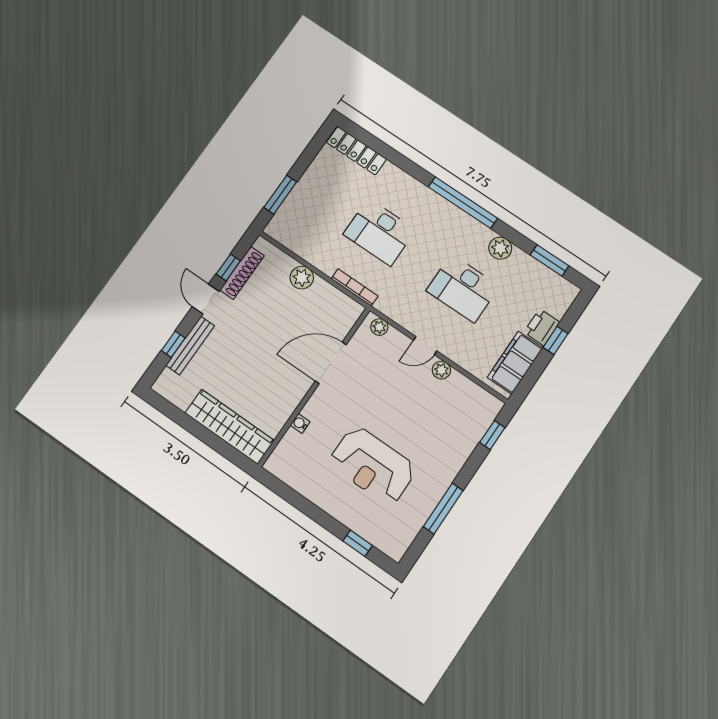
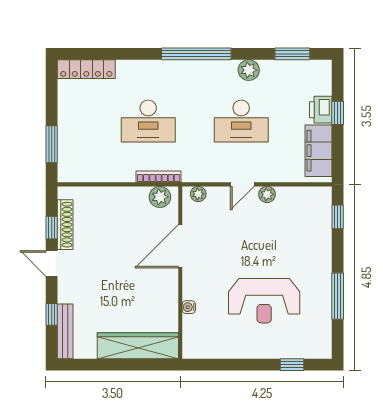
plant: (302, 278) -> (160, 197), moved
bench: (190, 346) -> (65, 331), moved

